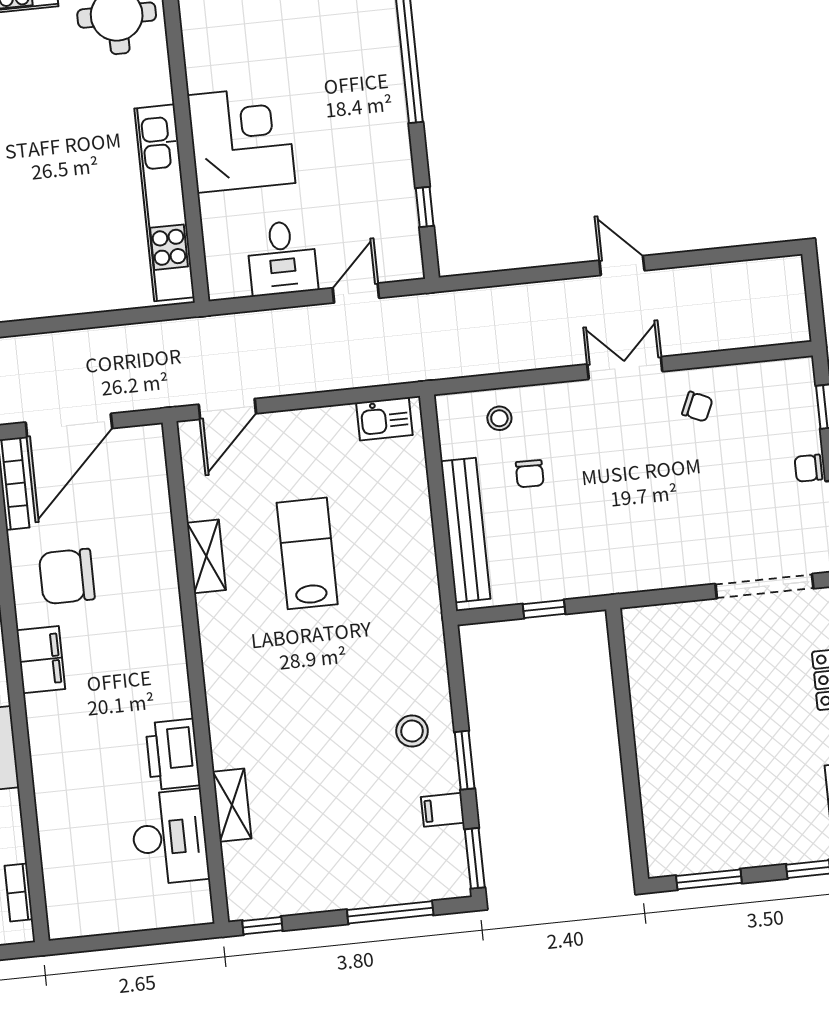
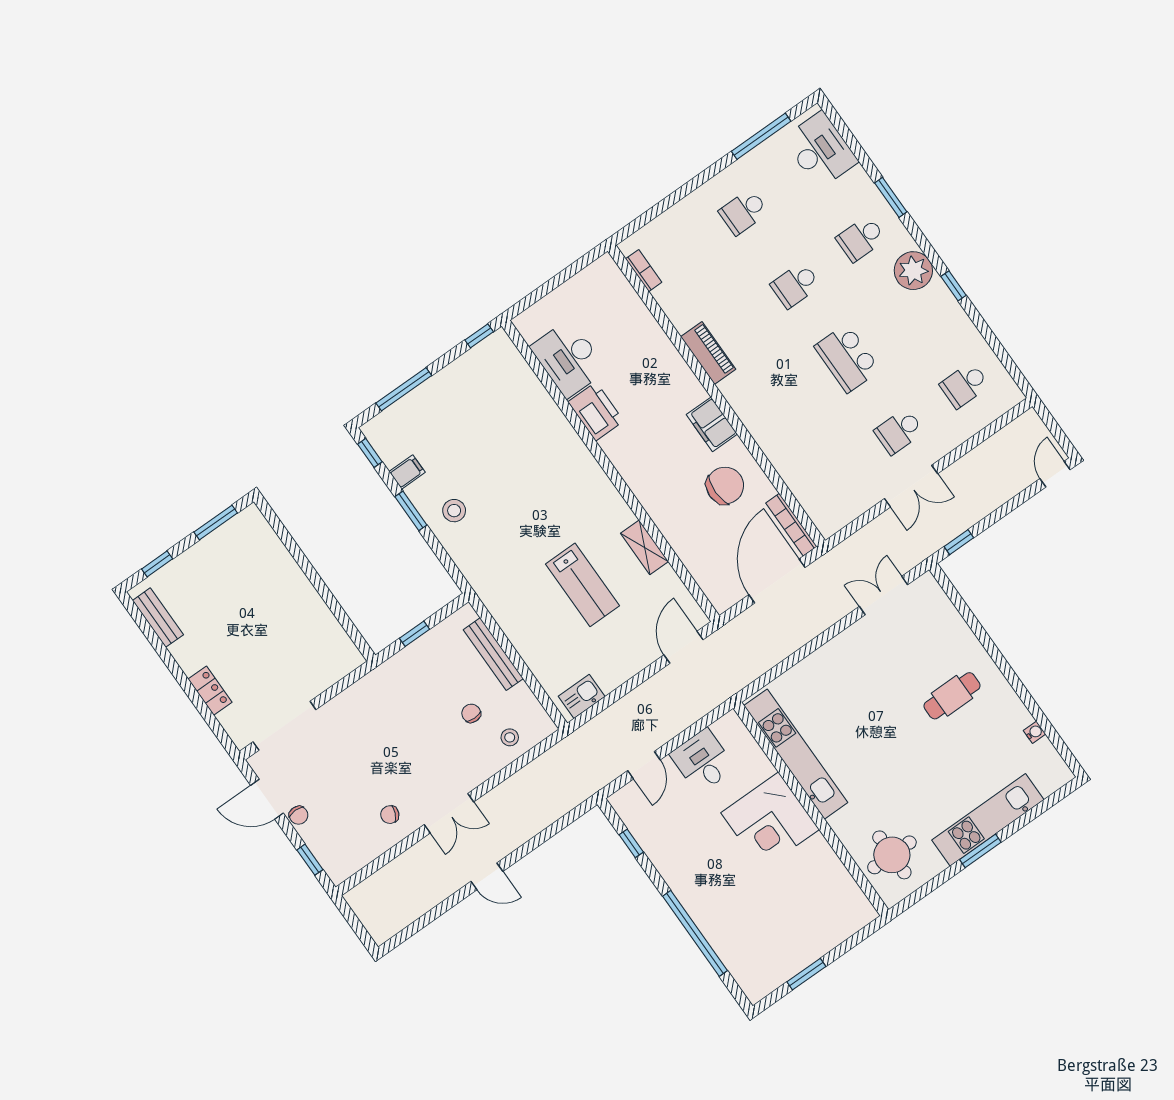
chair: (808, 468) -> (299, 815), turned 90
bench: (465, 530) -> (493, 654), width x0.73, depth x0.82
shelving: (232, 805) -> (541, 401), removed
window: (475, 858) -> (370, 453), width x0.67

